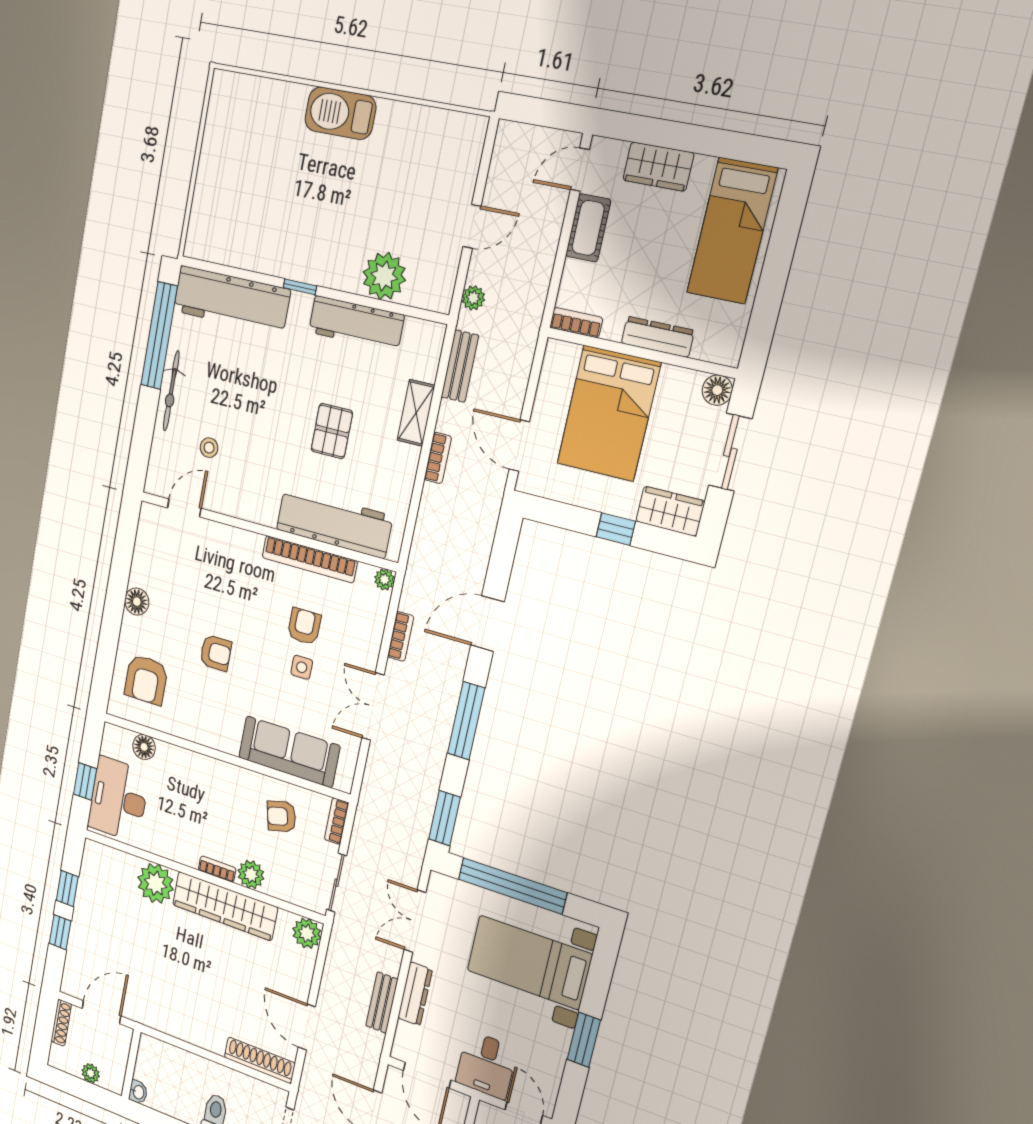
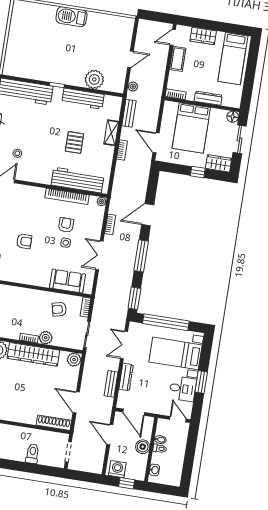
sofa: (289, 752) -> (67, 281), width x0.73
desk: (486, 1065) -> (183, 389), moved, turned -90

